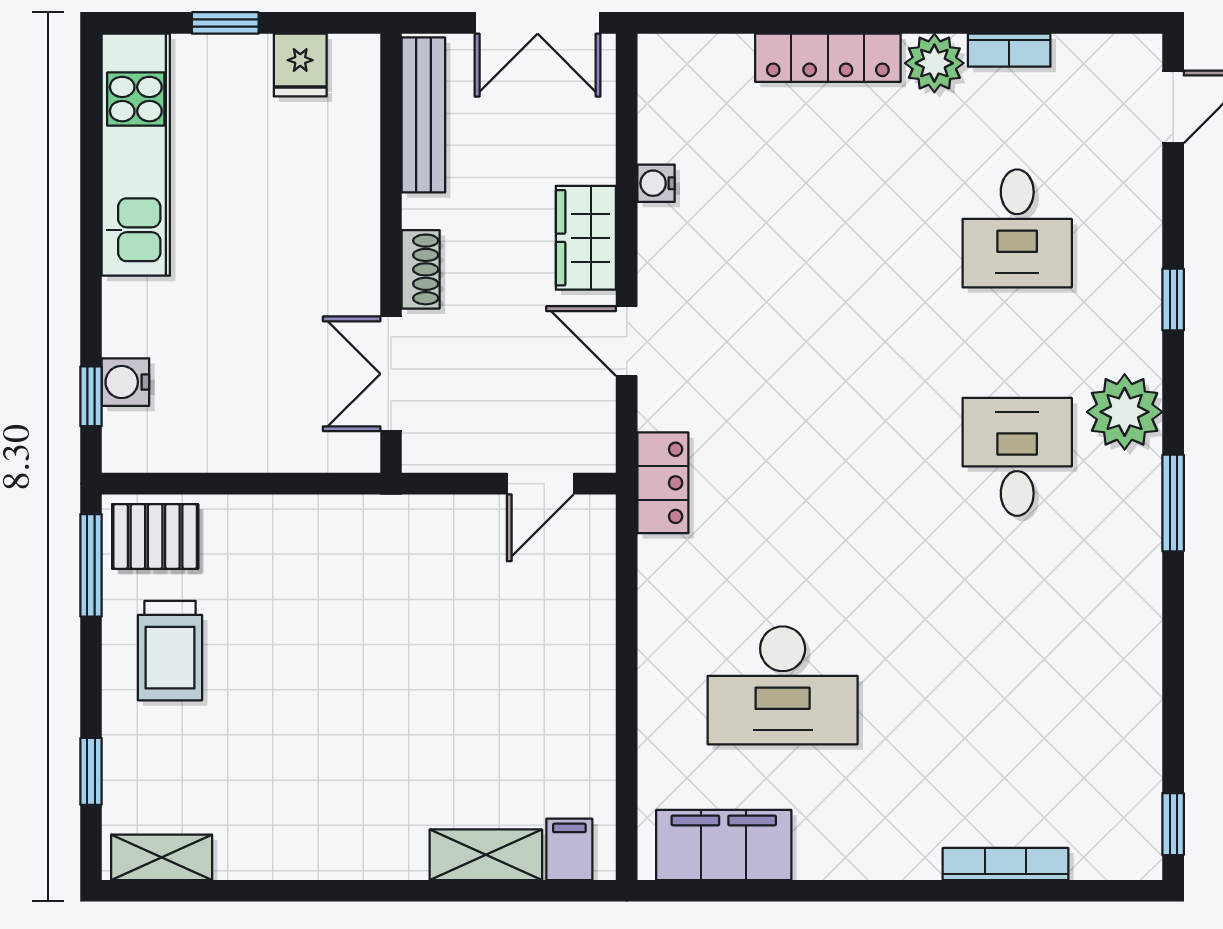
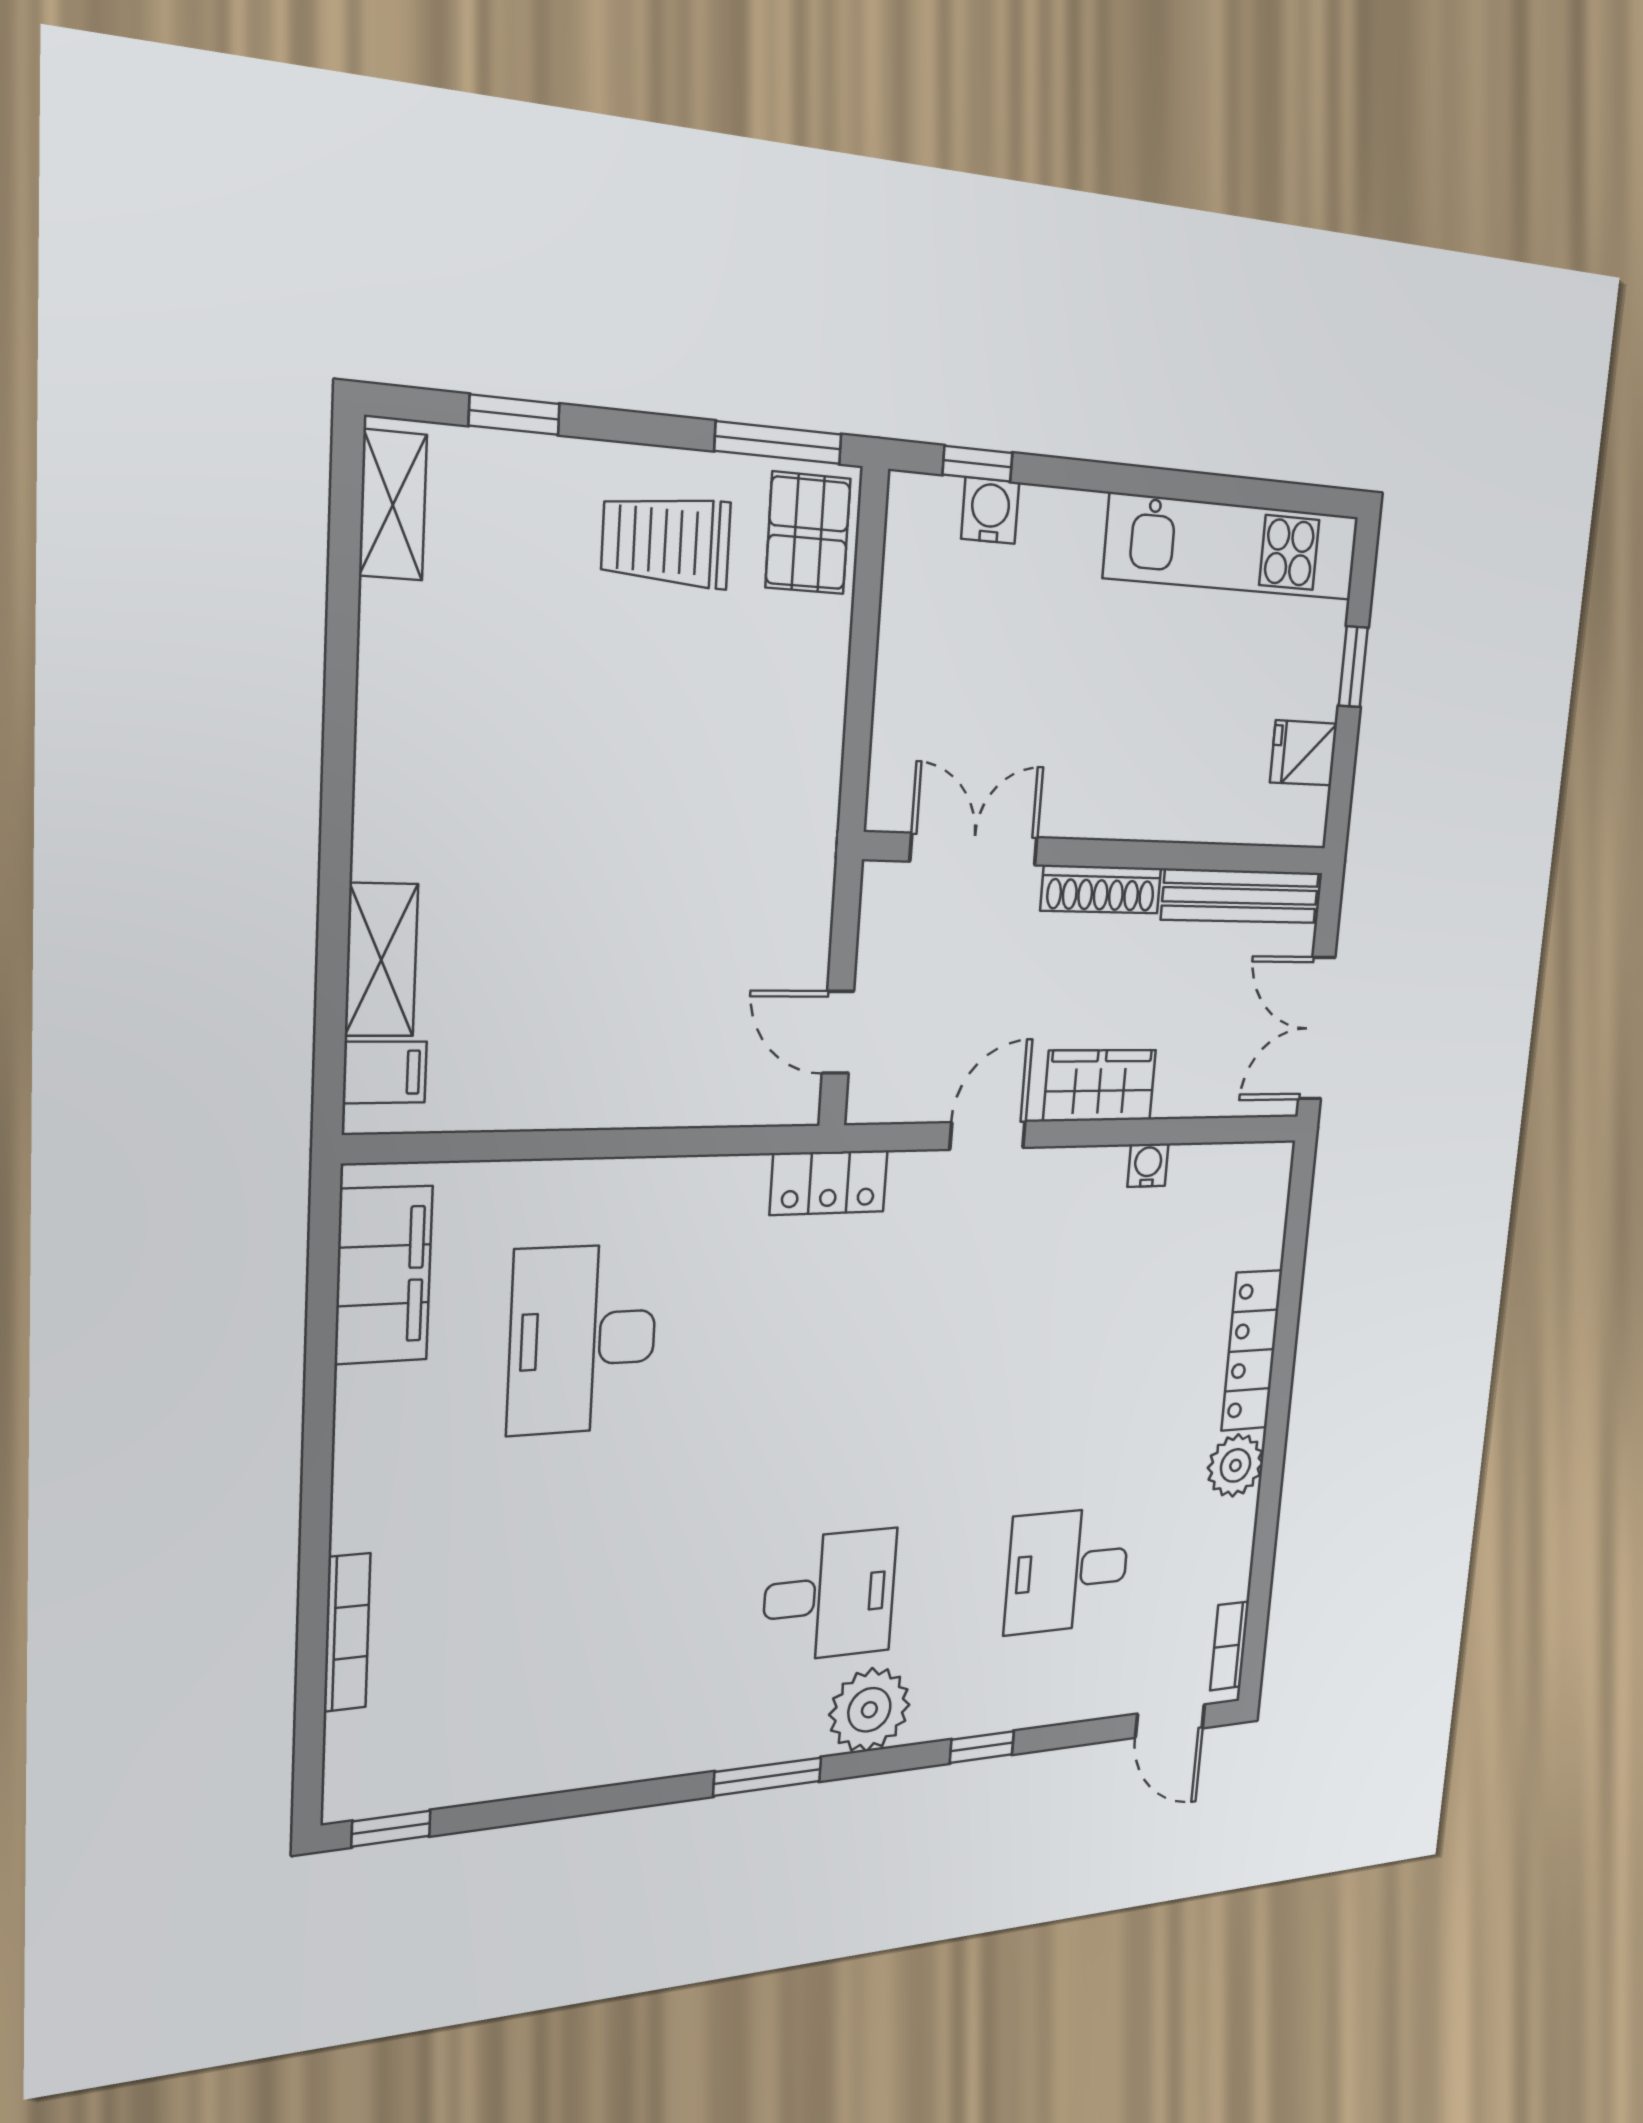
bookcase: (1009, 50) -> (1230, 1646), moved
shoe rack: (421, 269) -> (1101, 889), width x1.43

